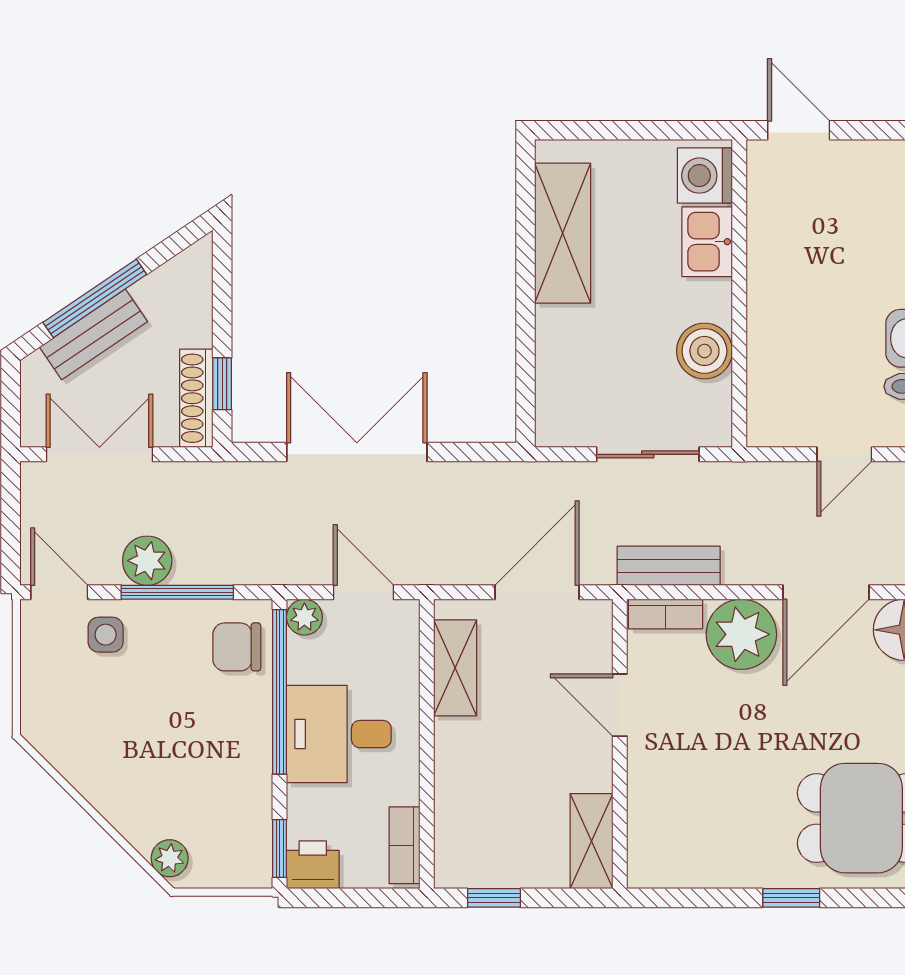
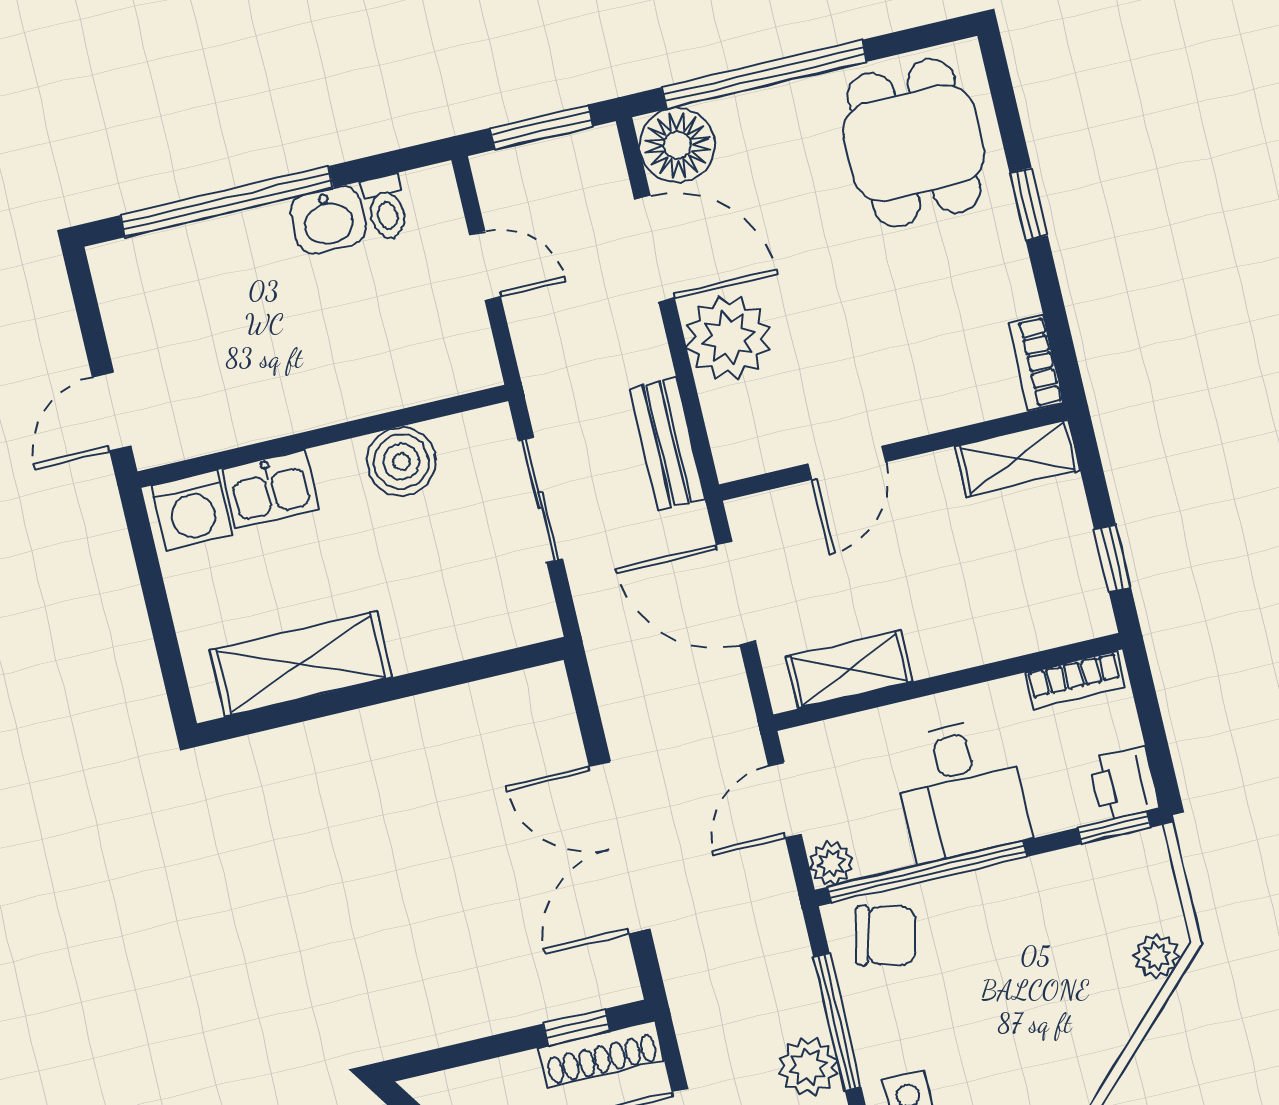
bookcase: (666, 614) -> (1036, 363), moved, turned 180
chair: (237, 647) -> (886, 936), turned -76

